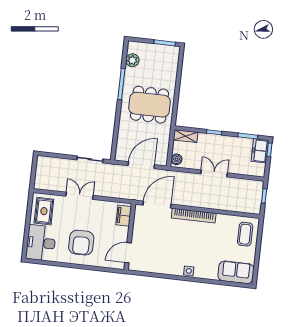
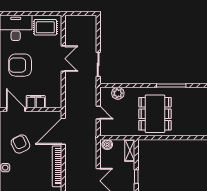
plant: (132, 60) -> (118, 93), moved
door: (141, 165) -> (98, 113), width x0.53
door: (157, 205) -> (63, 131), swing flipped
filing cabinet: (124, 216) -> (36, 102), moved
armchair: (165, 252) -> (20, 144), added

